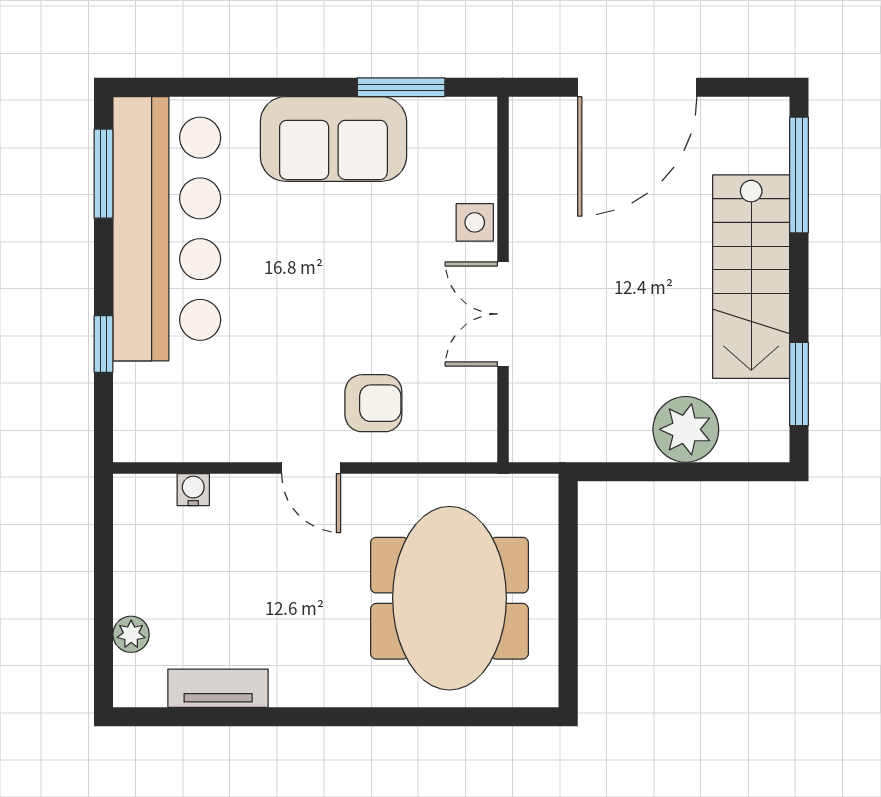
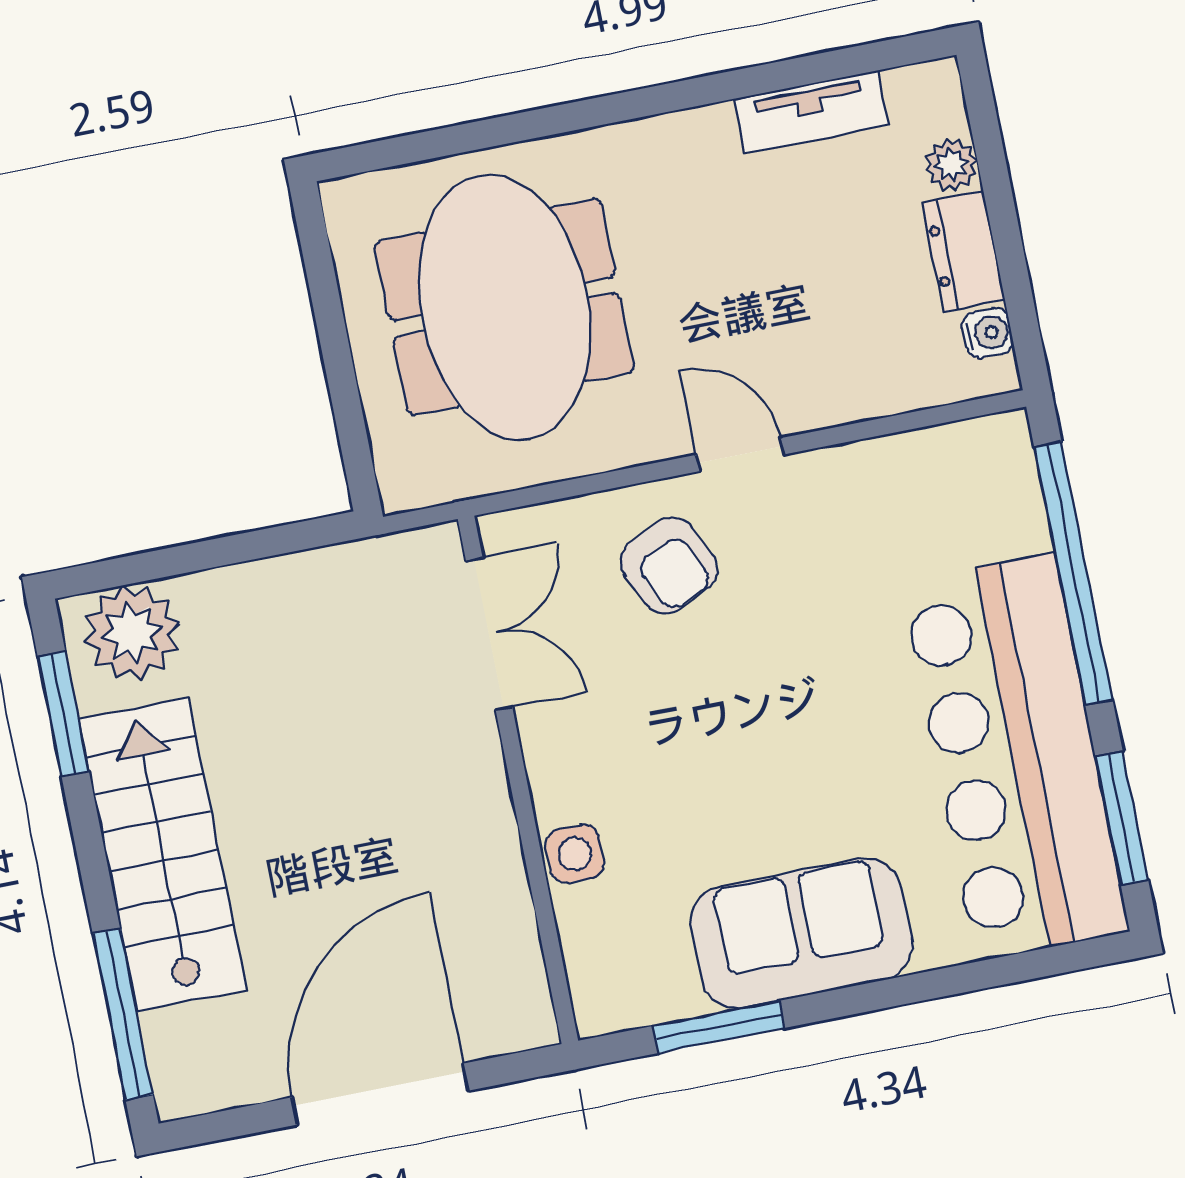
double door: (503, 314) -> (489, 634), moved
window: (104, 344) -> (1073, 574), width x3.17
armchair: (373, 403) -> (669, 565), turned -115
plant: (686, 429) -> (132, 633), moved
water cooler: (193, 490) -> (988, 333), moved, turned -90
dresser: (134, 574) -> (964, 251), added

